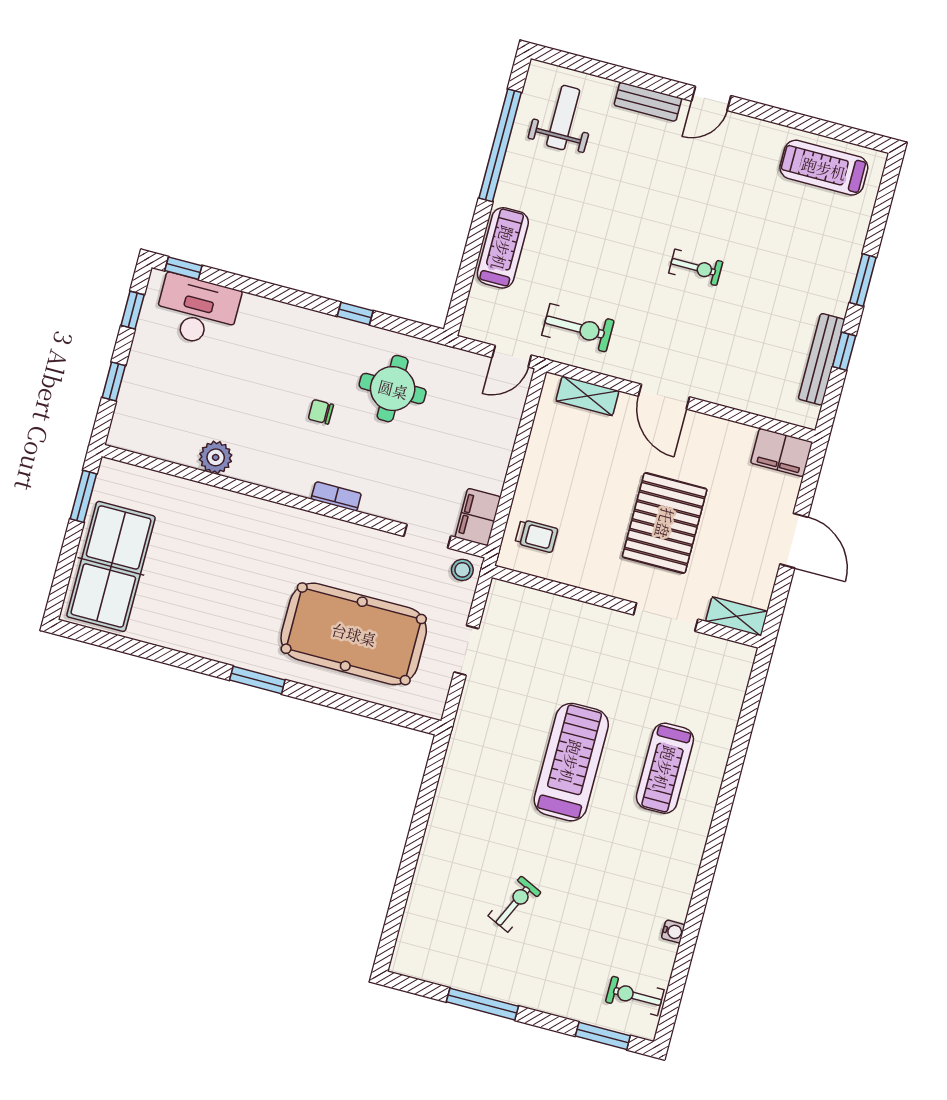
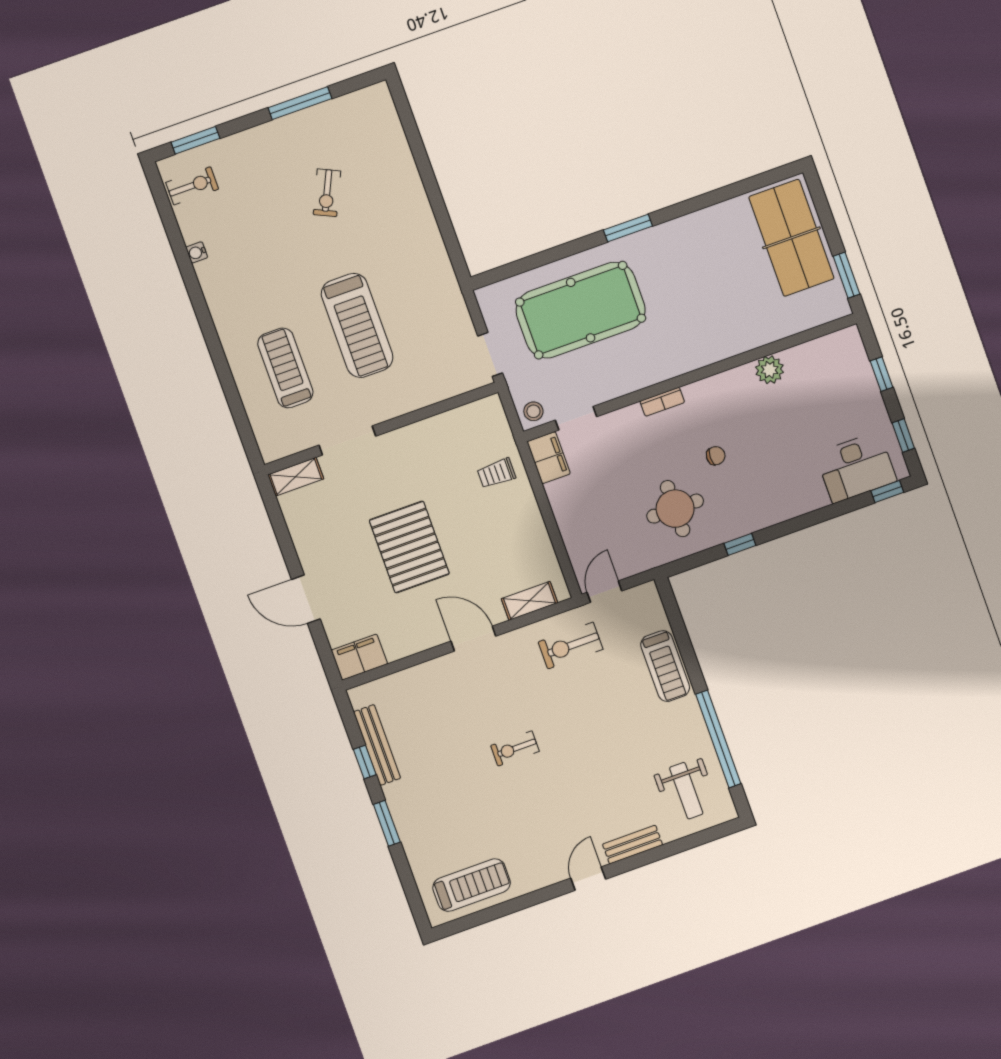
wall: (626, 607) -> (381, 428), moved
shelving: (737, 616) -> (296, 477), moved
doorway: (666, 617) -> (347, 441), moved

